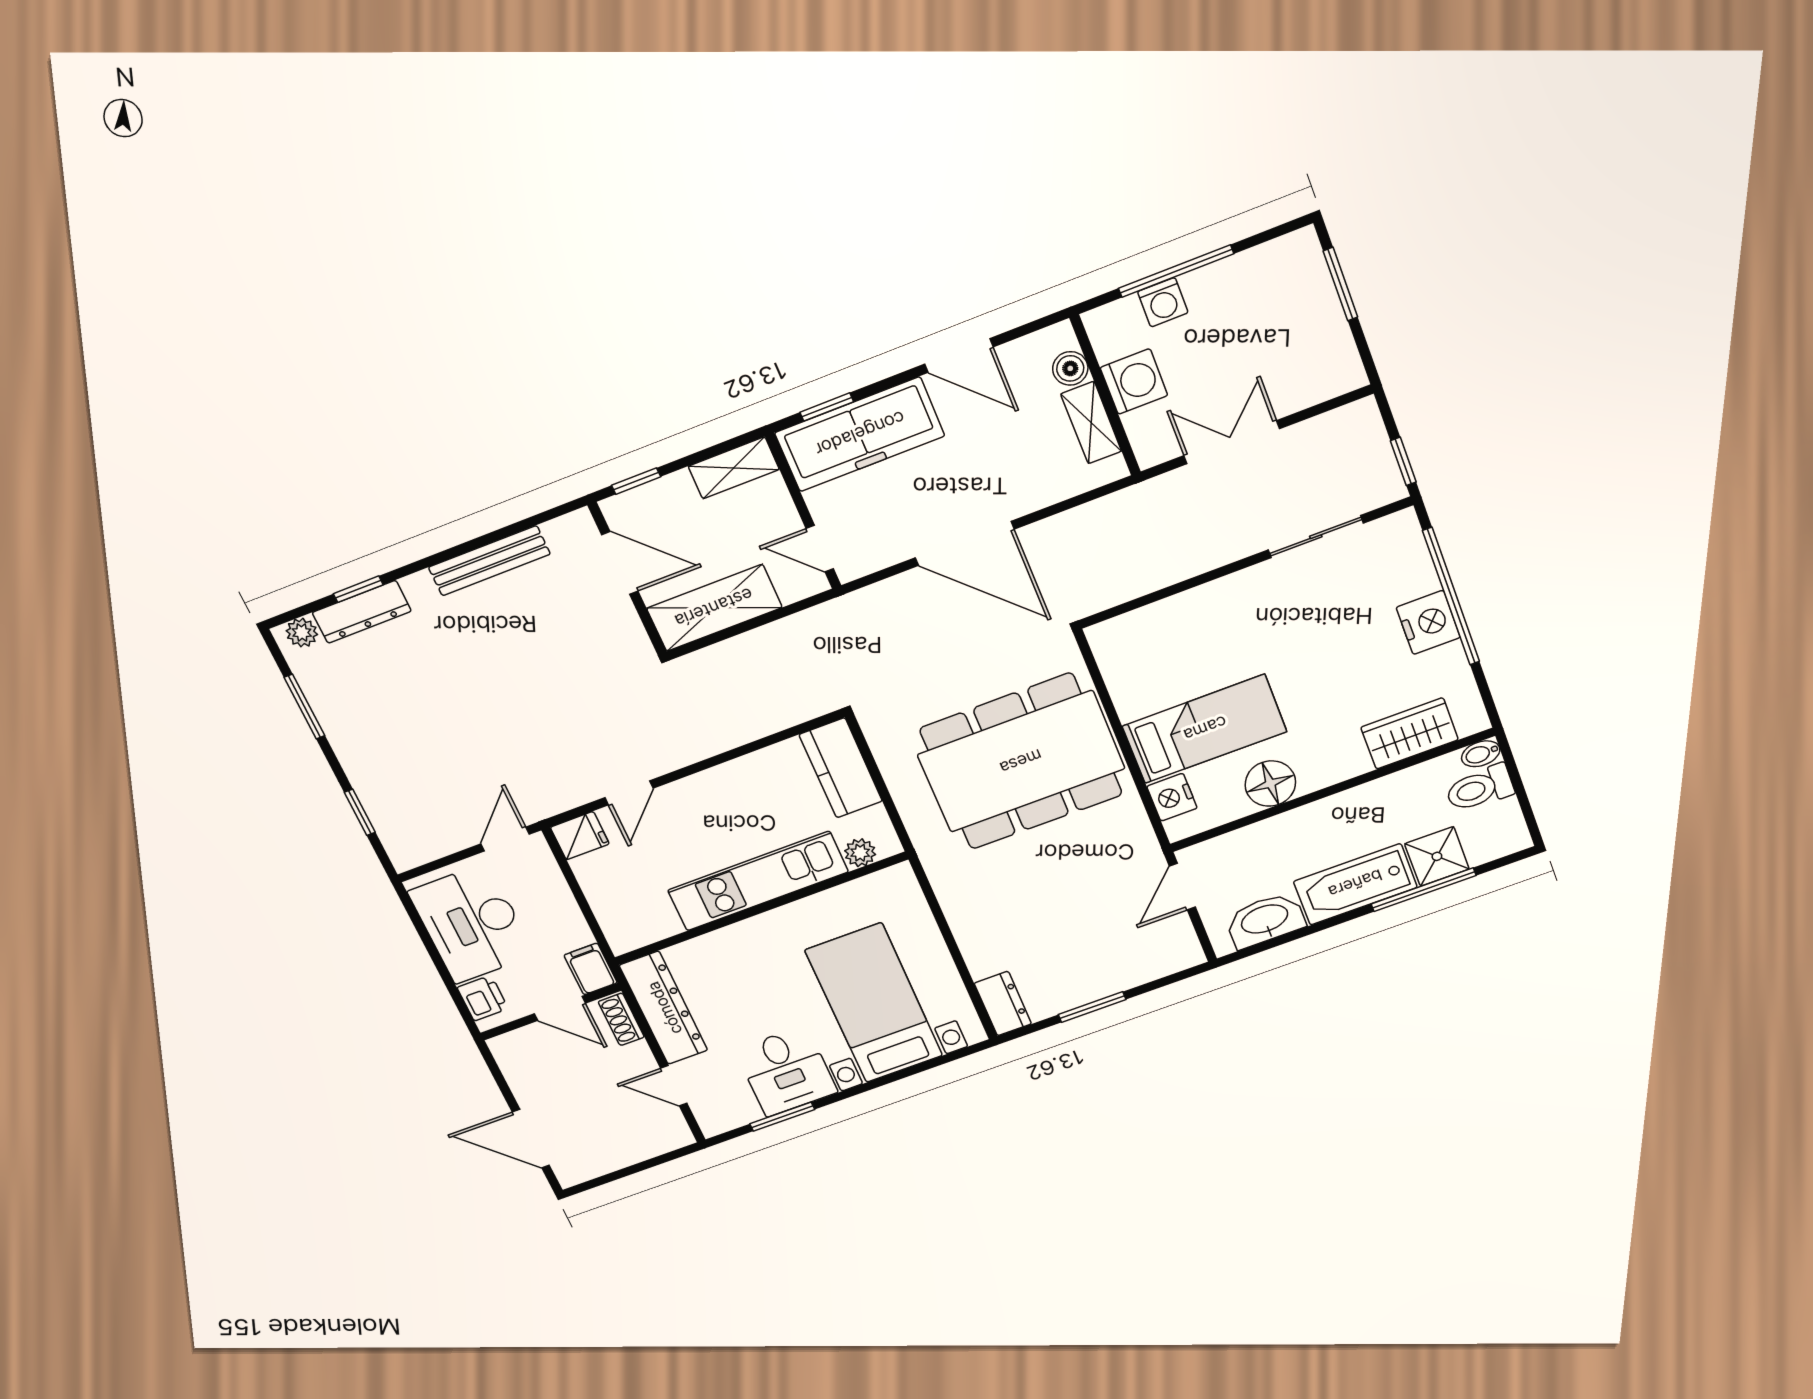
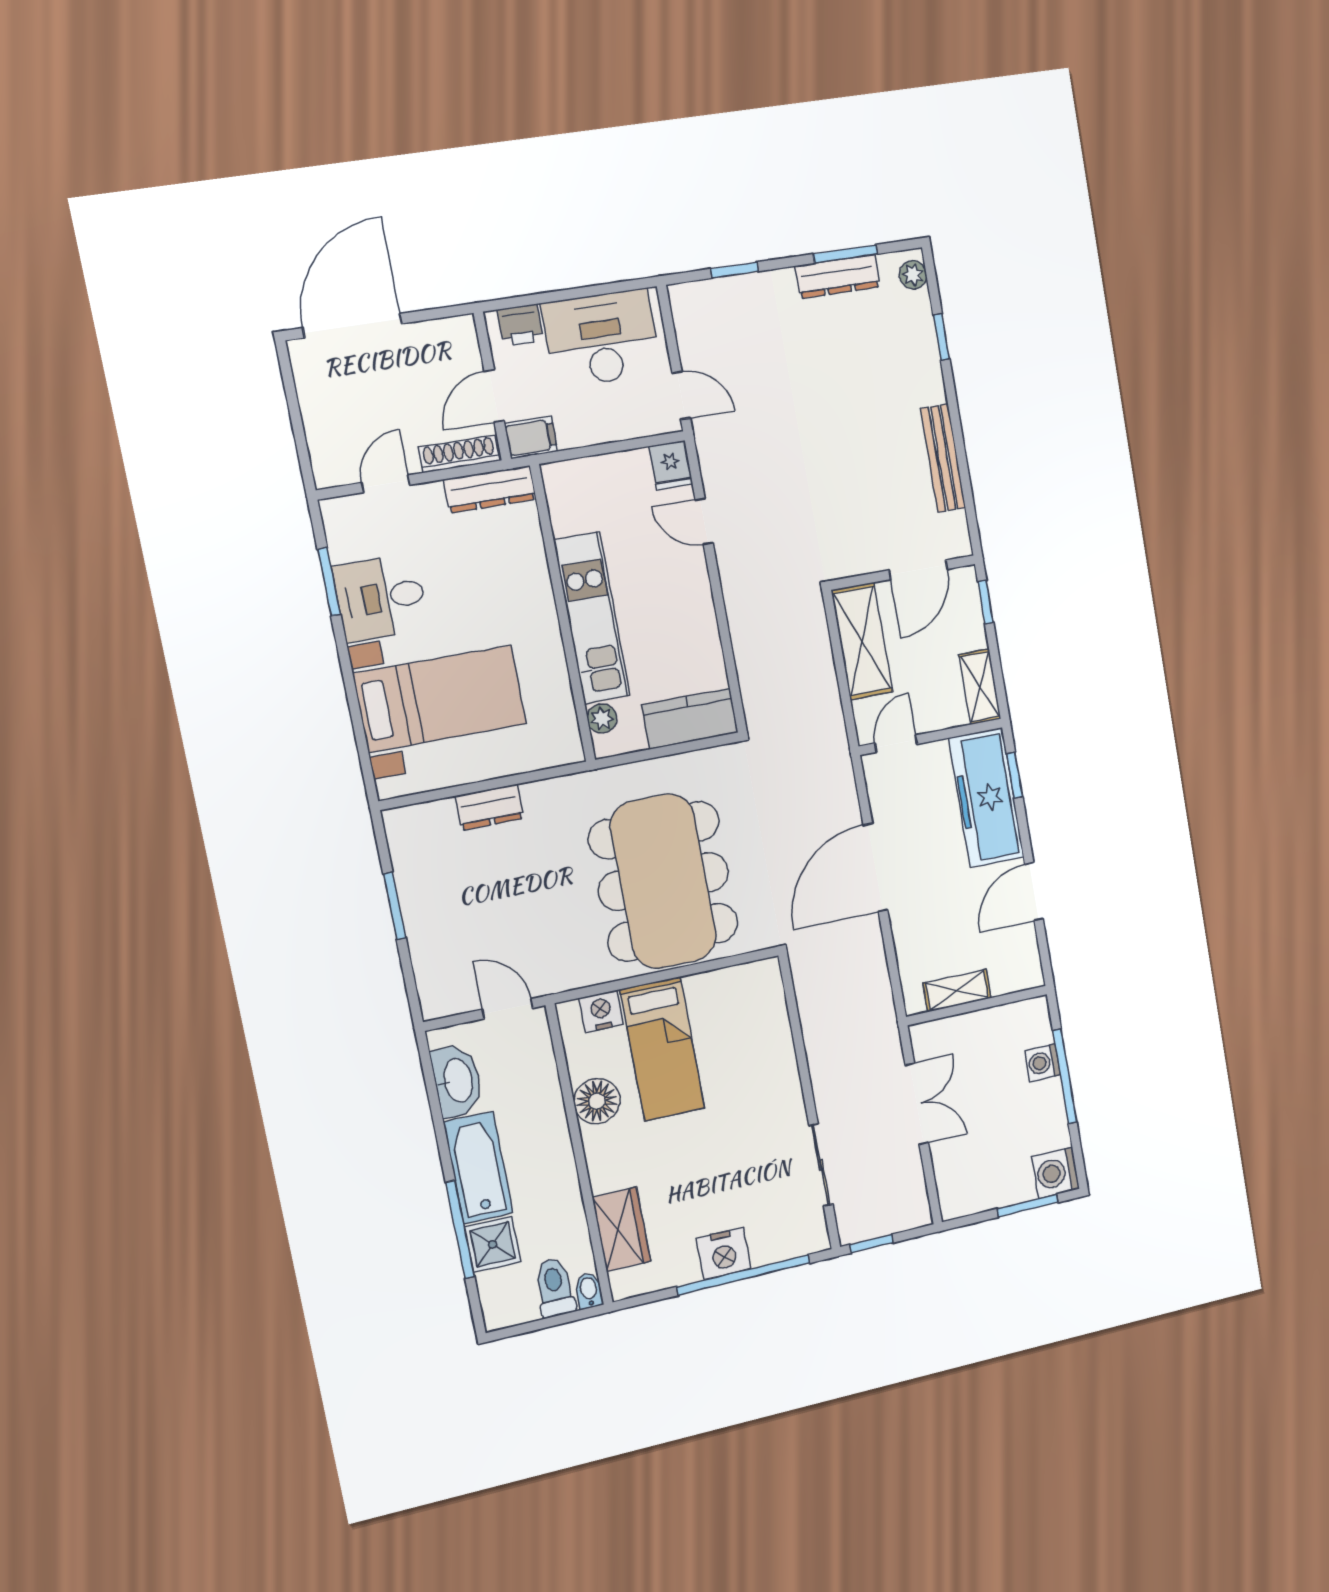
boiler: (1070, 368) -> (1005, 980), removed
washing machine: (1134, 382) -> (1056, 1173), moved, turned 90
dresser: (362, 612) -> (838, 276), moved, turned -90
dresser: (1003, 1004) -> (490, 807), moved
dresser: (664, 1008) -> (490, 489), width x0.73, depth x0.80
shoe rack: (621, 1019) -> (459, 454), width x1.43
door: (531, 1139) -> (352, 326), width x1.36

